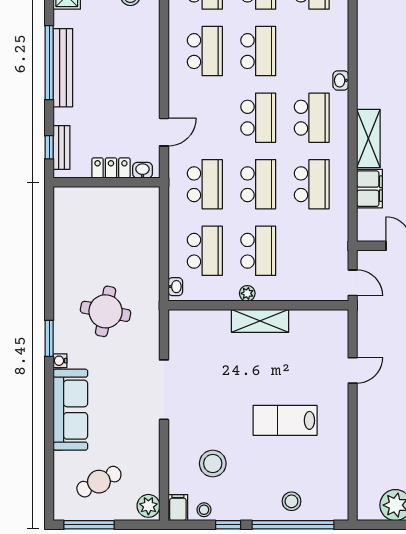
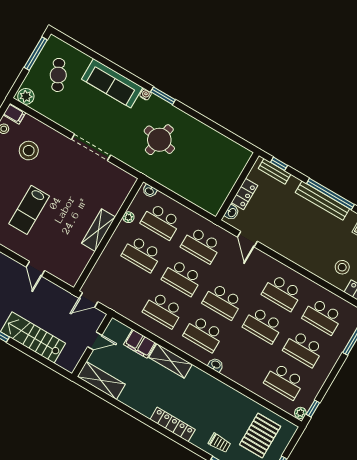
plant: (247, 293) -> (128, 217), moved
lab bench: (285, 420) -> (29, 210), turned 180

